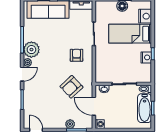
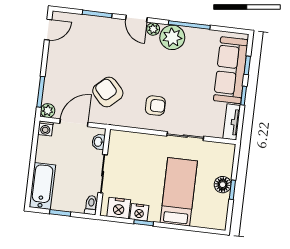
nightstand: (145, 16) -> (119, 208), moved
bathtub: (145, 108) -> (42, 186), moved, turned 90
plant: (70, 124) -> (48, 111), moved

